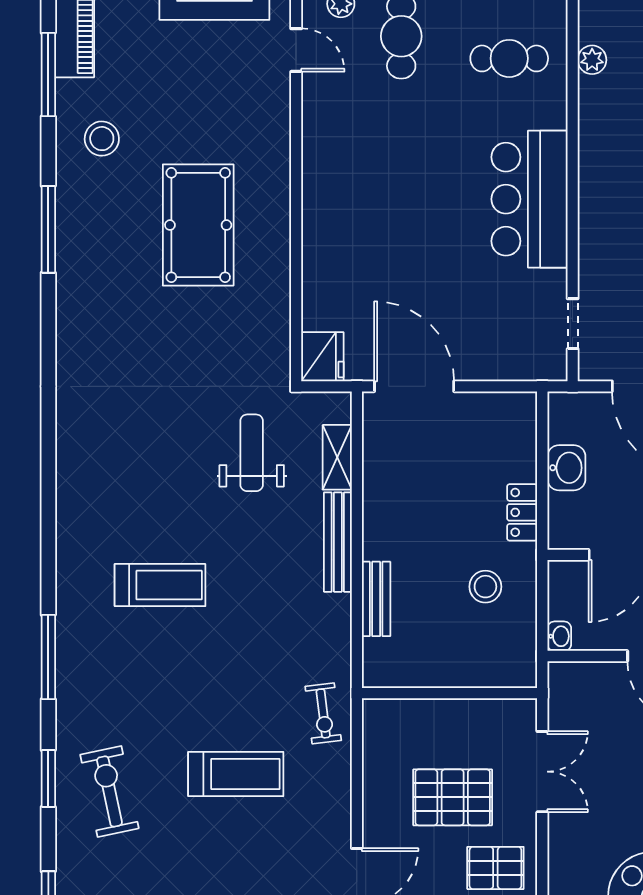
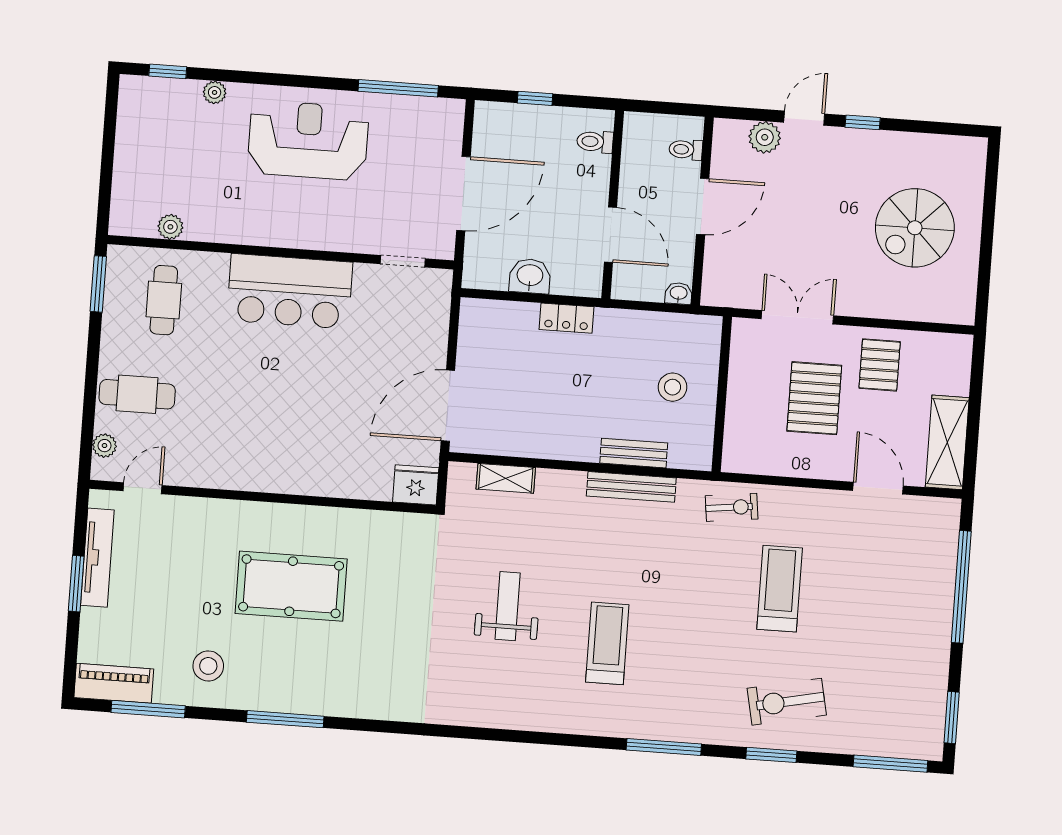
weight bench: (252, 453) -> (508, 606), moved, turned 90
bench: (338, 542) -> (631, 487), moved
stool: (485, 587) -> (673, 387), moved

